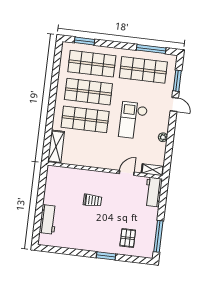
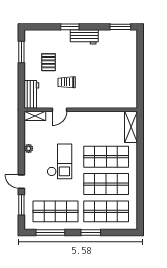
window: (85, 41) -> (91, 233), moved
trolley: (92, 200) -> (67, 82), moved
workbench: (48, 219) -> (84, 37), moved, turned -90
window: (158, 236) -> (21, 52), width x0.69
pallet: (128, 238) -> (49, 62), moved
window: (55, 250) -> (120, 27), added

